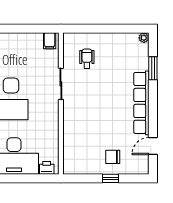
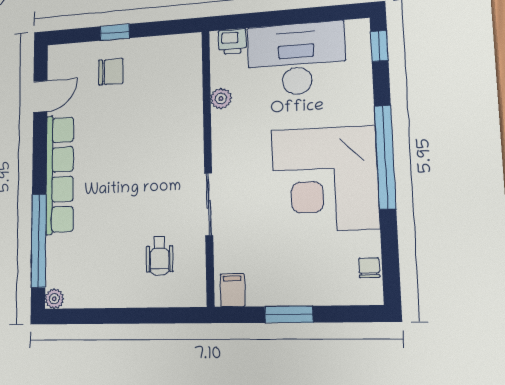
window: (22, 29) -> (289, 314), added
window: (153, 68) -> (39, 241), width x2.11
plant: (53, 138) -> (221, 98), added

